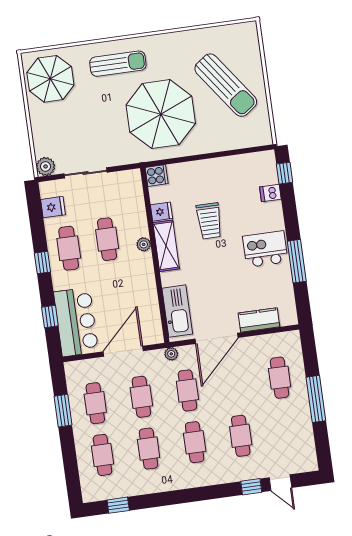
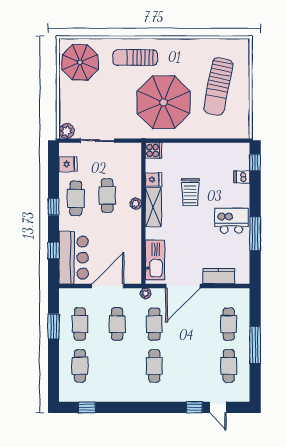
sun lounger: (118, 64) -> (135, 58), turned 180
sun lounger: (226, 85) -> (218, 86), turned 47
cafe table: (241, 436) -> (229, 366), moved
cafe table: (149, 449) -> (117, 366), removed

